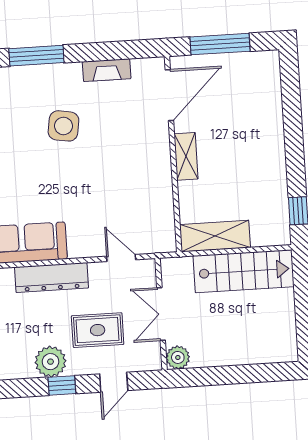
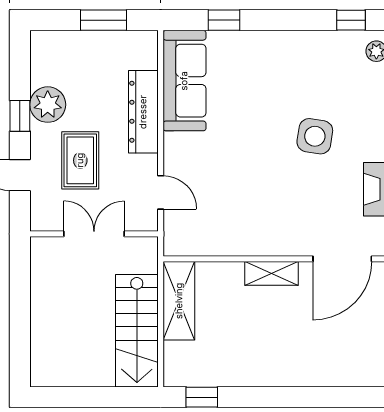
door: (169, 95) -> (342, 259), hinge flipped
door: (121, 258) -> (161, 192), hinge flipped
plant: (178, 357) -> (43, 250), removed

